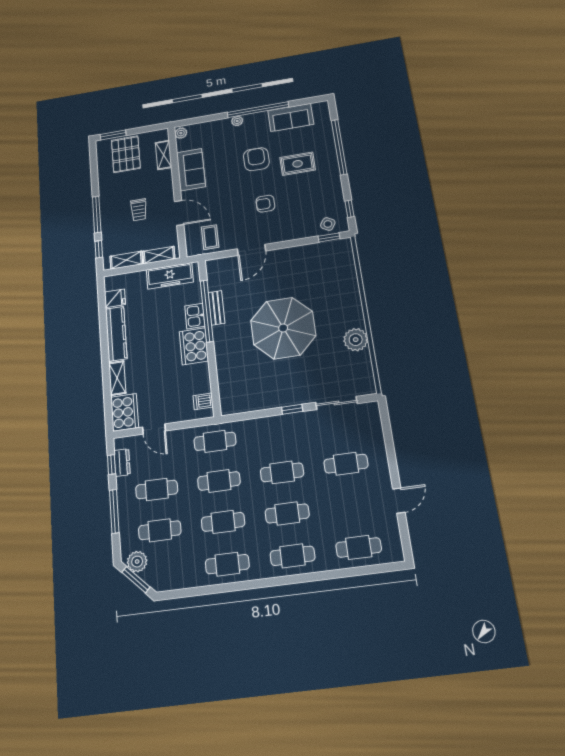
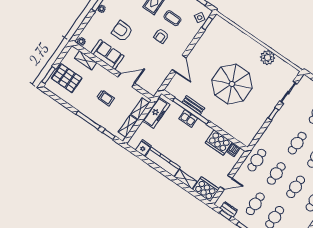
armchair: (256, 159) -> (122, 31), moved
coffee table: (210, 237) -> (172, 18), moved
cooker: (194, 346) -> (219, 143), moved

